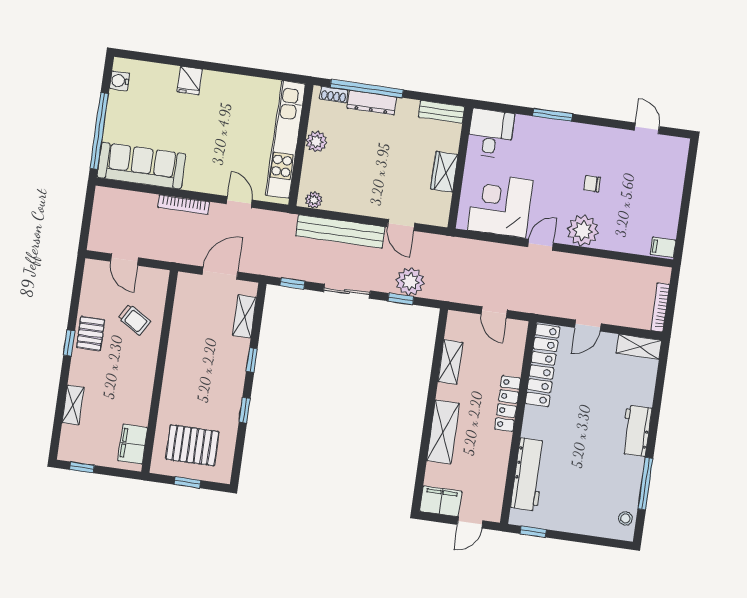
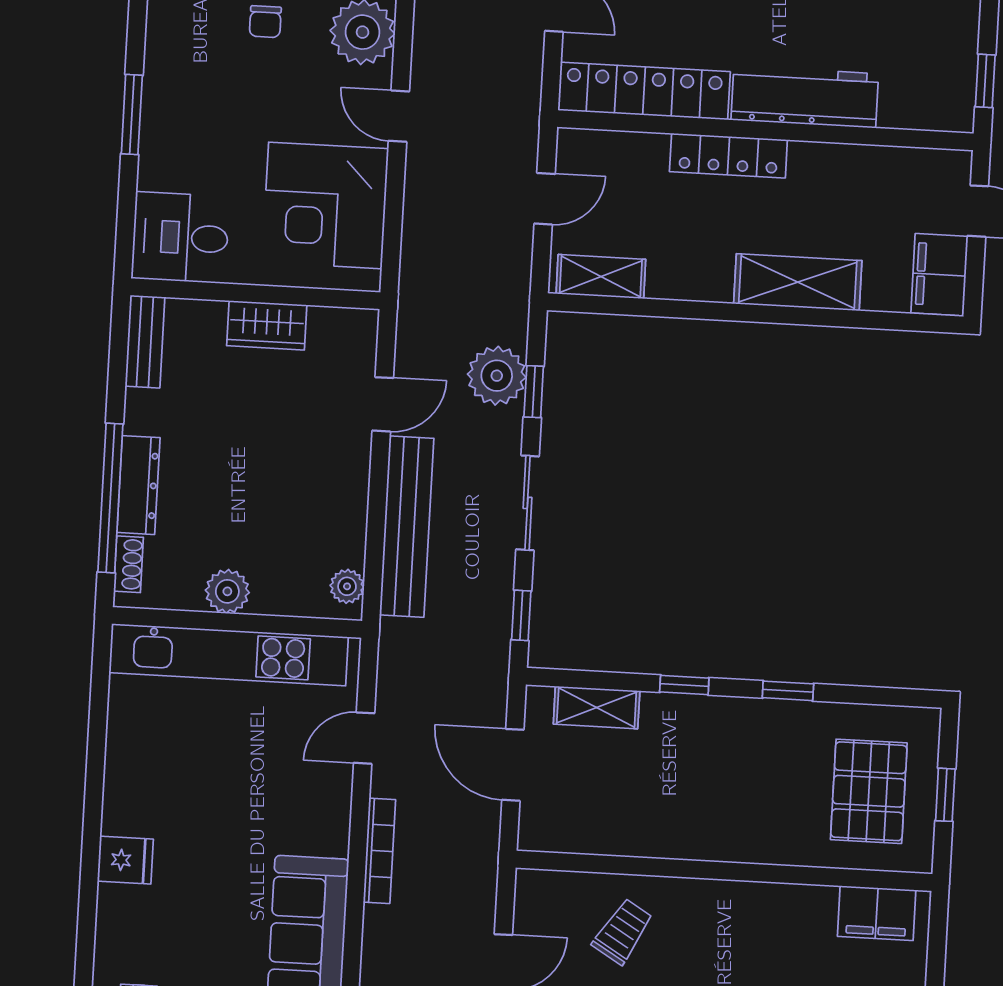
shelving: (450, 362) -> (601, 277), moved
workbench: (529, 474) -> (805, 97), moved

